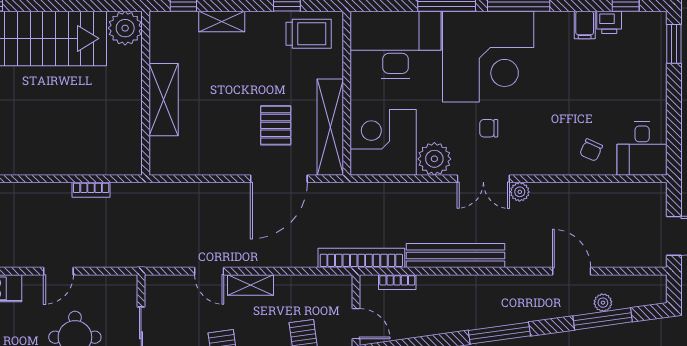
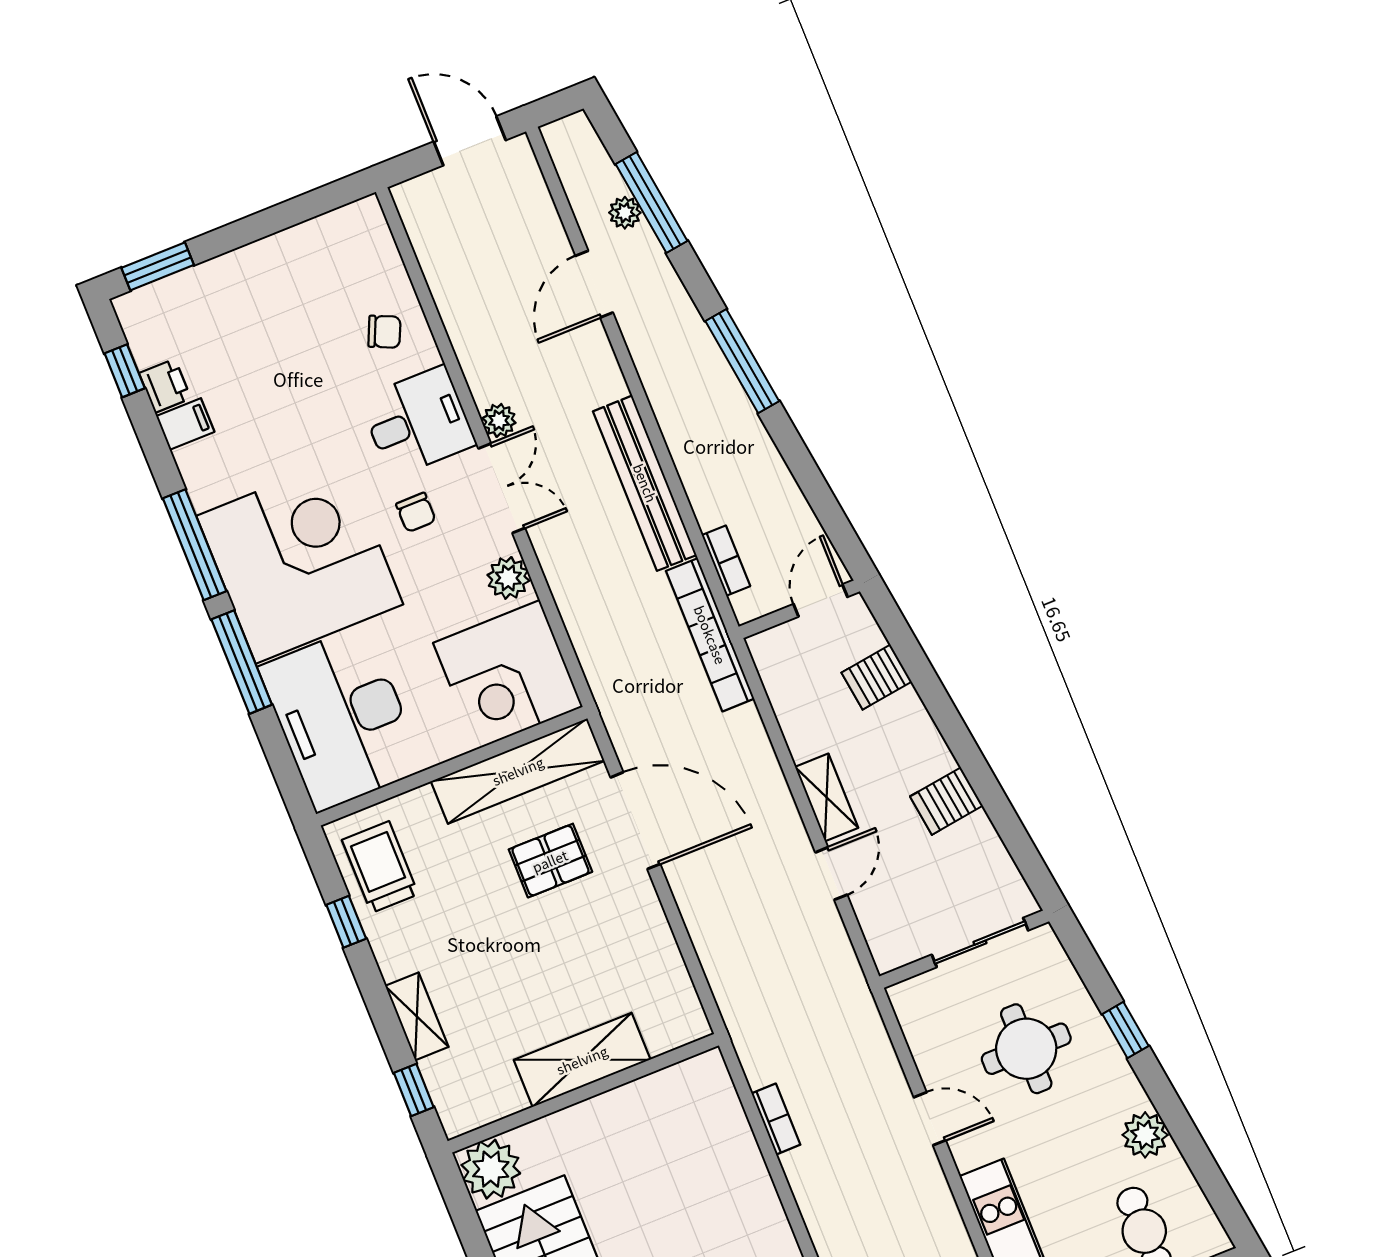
desk: (642, 148) -> (418, 422), moved
plant: (434, 159) -> (508, 578), width x0.73, depth x0.73

